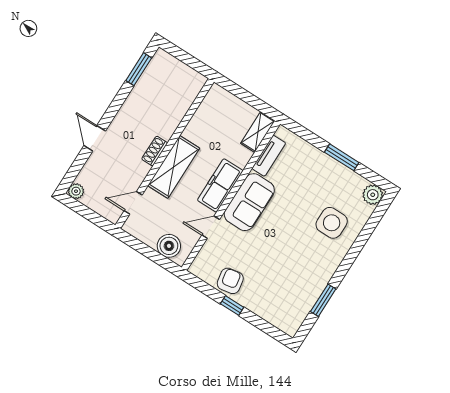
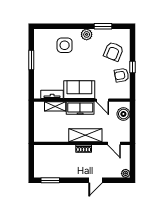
shelving: (258, 132) -> (55, 106), moved
plant: (373, 195) -> (87, 34), moved
armchair: (274, 292) -> (113, 51), added

